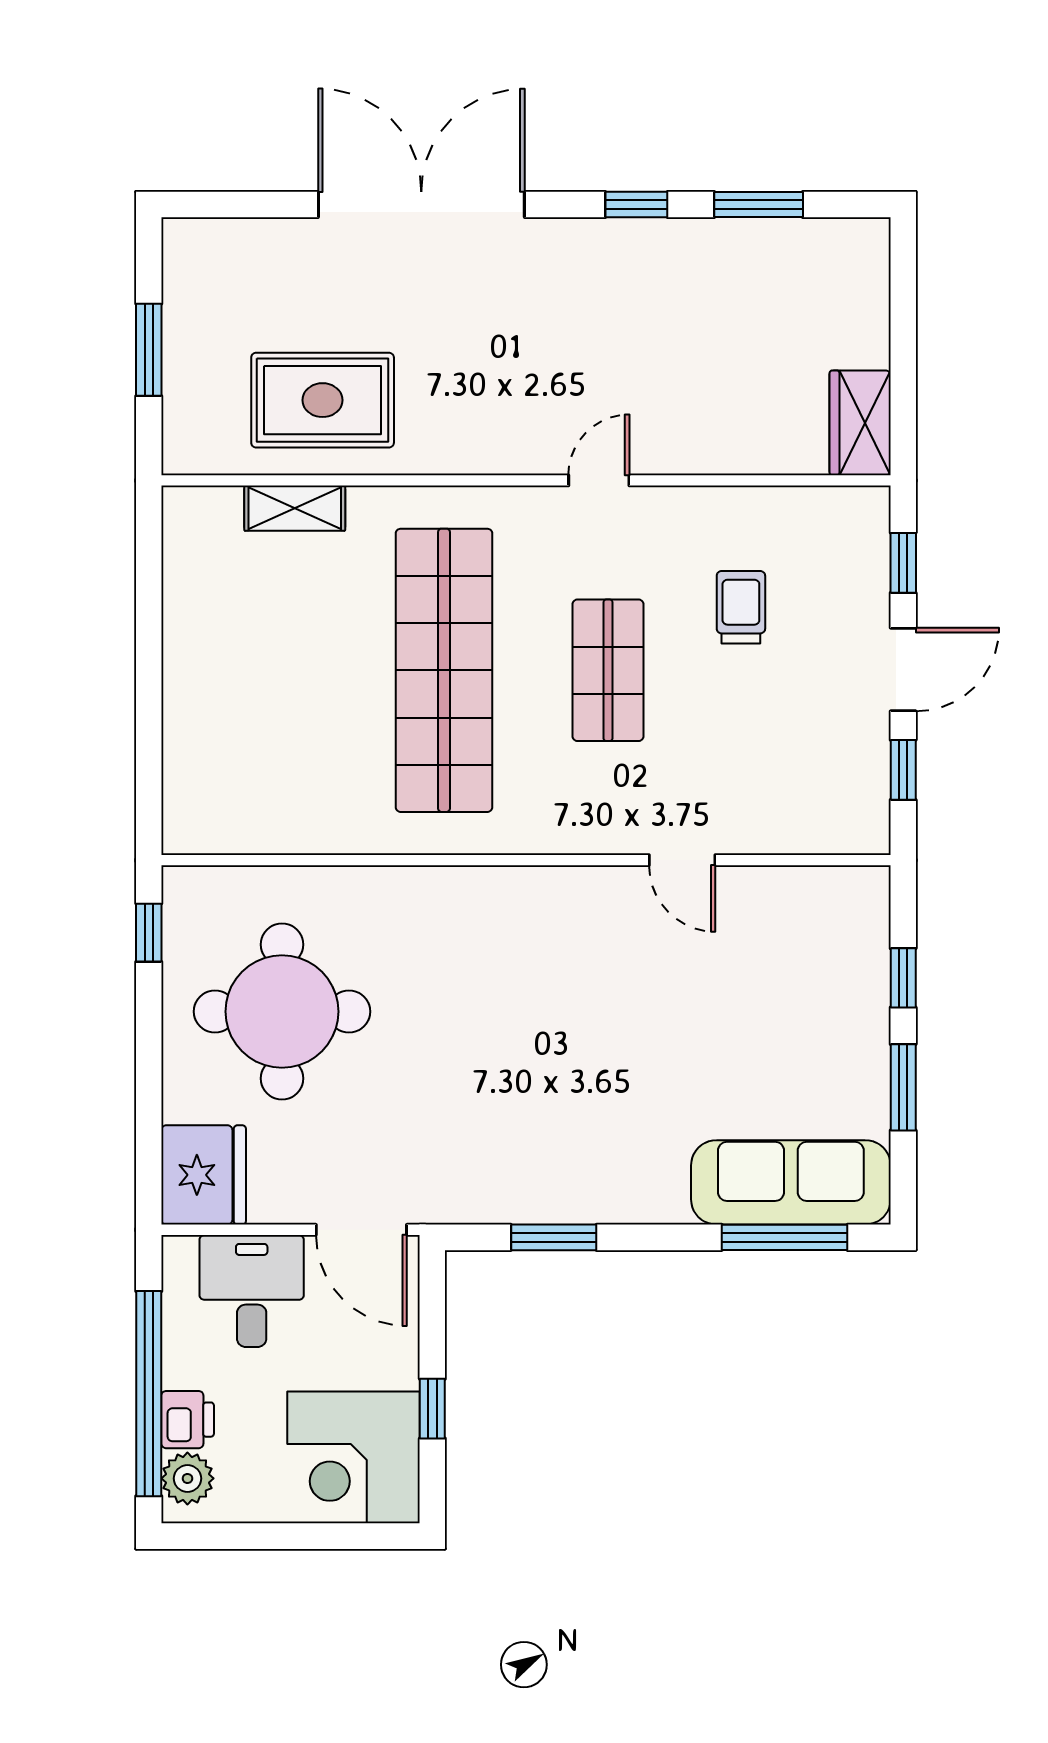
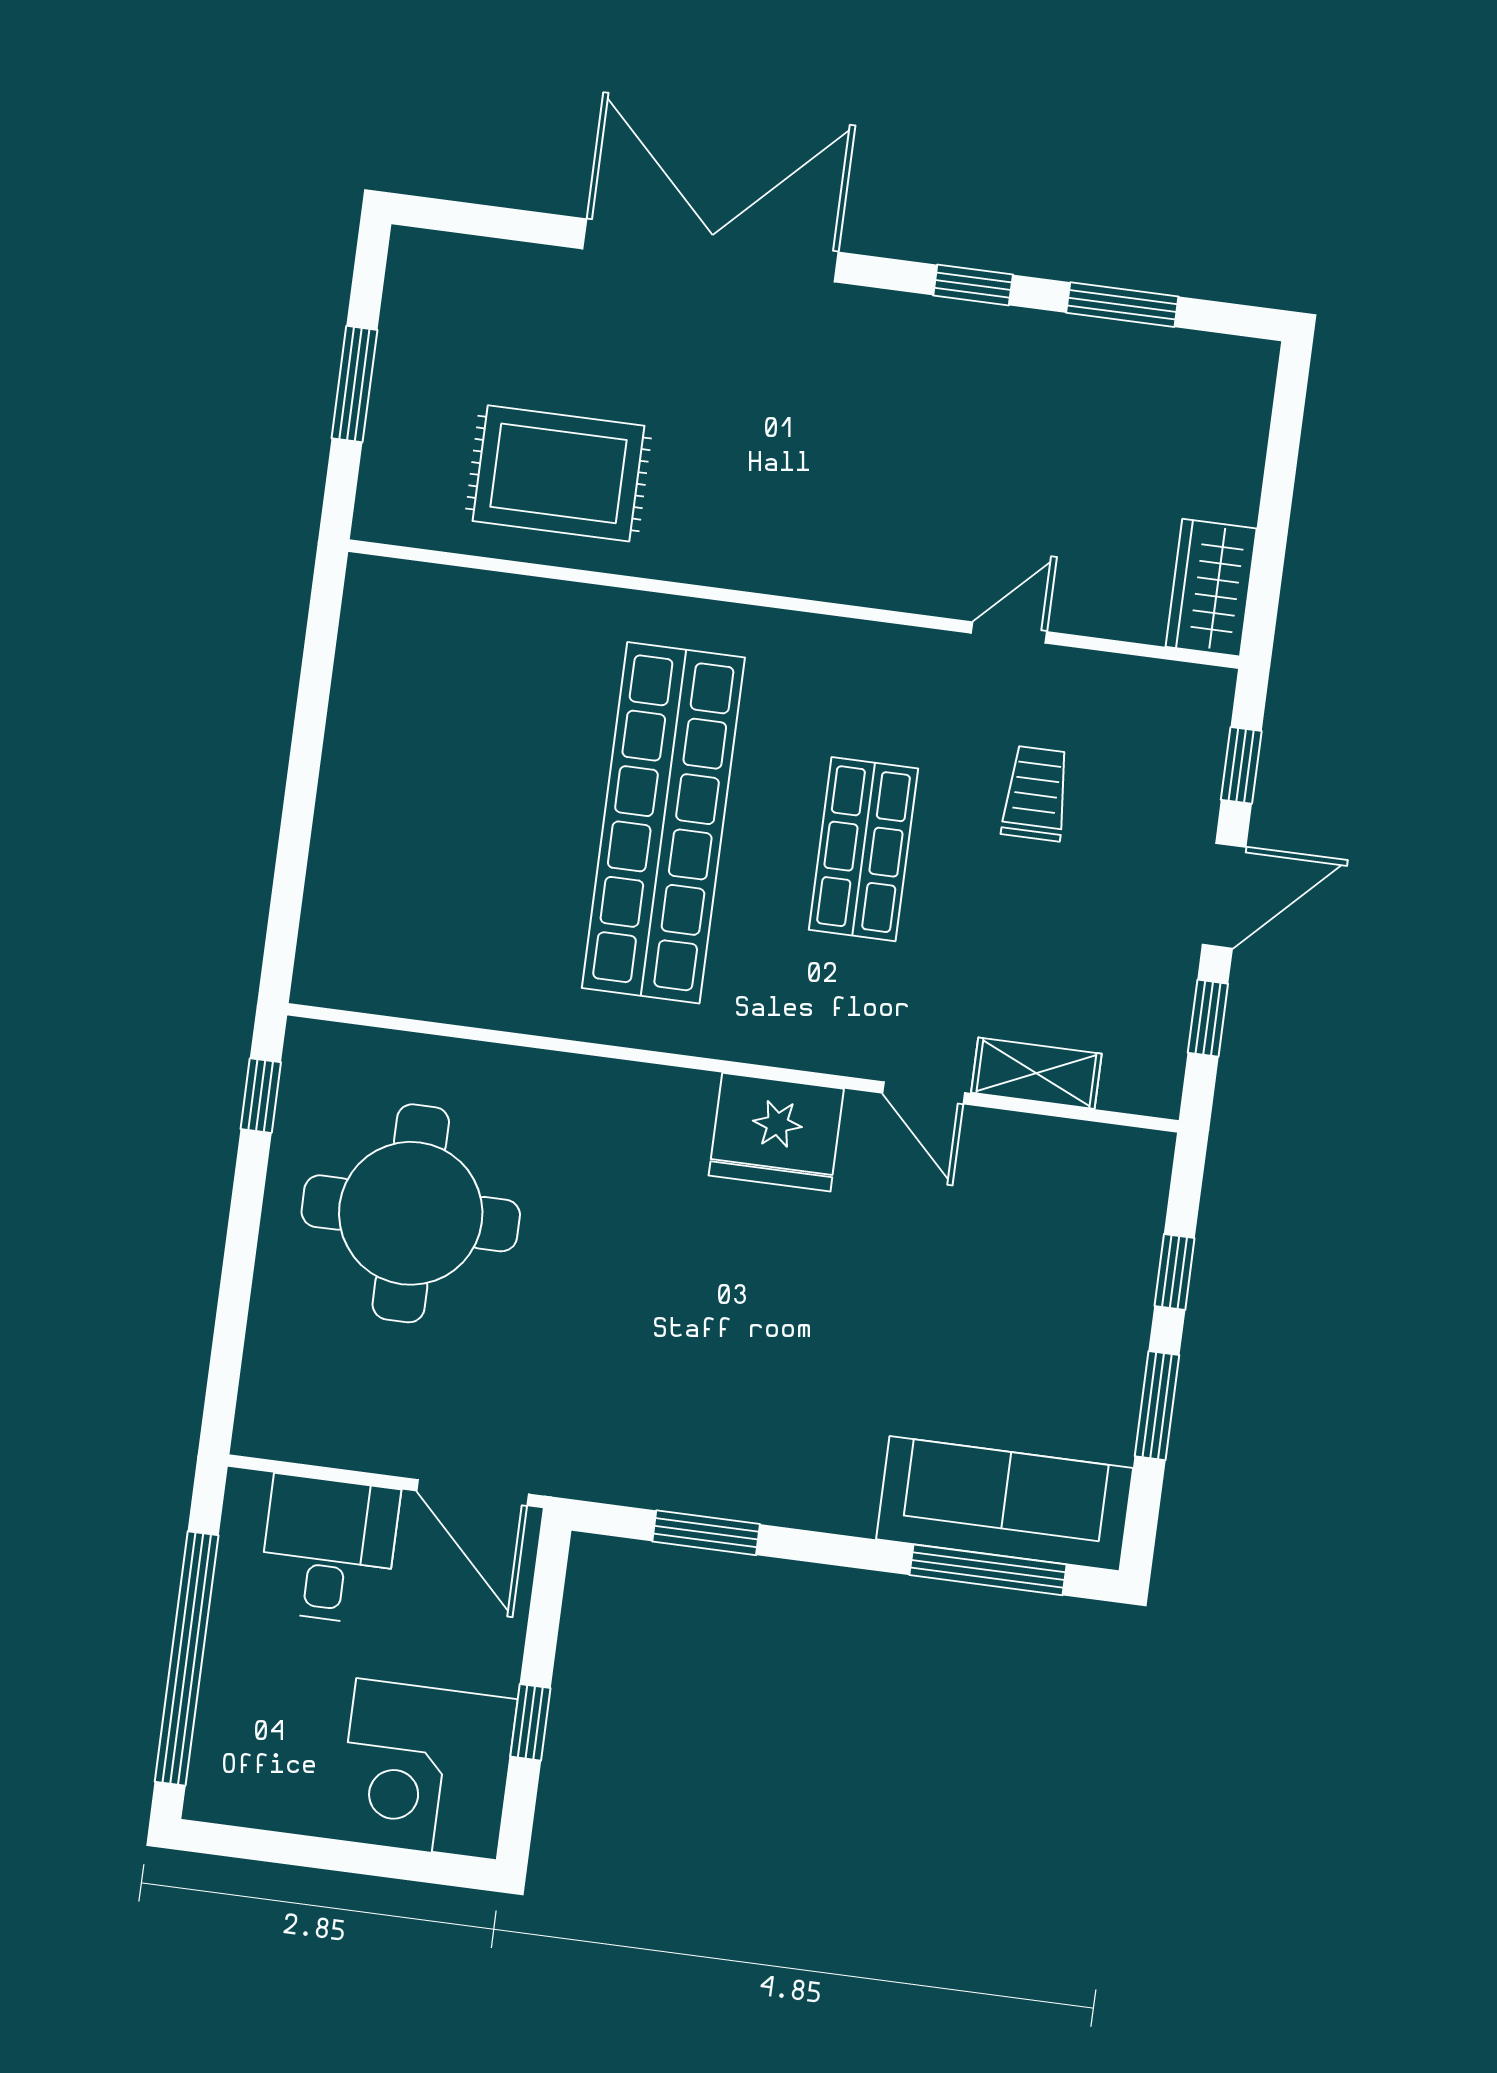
door: (599, 480) -> (1009, 632), moved
shelving: (295, 508) -> (1036, 1073), moved
fridge: (204, 1175) -> (776, 1132), moved, turned 90
printer: (188, 1420) -> (230, 1696), removed
plant: (187, 1478) -> (220, 1768), removed

